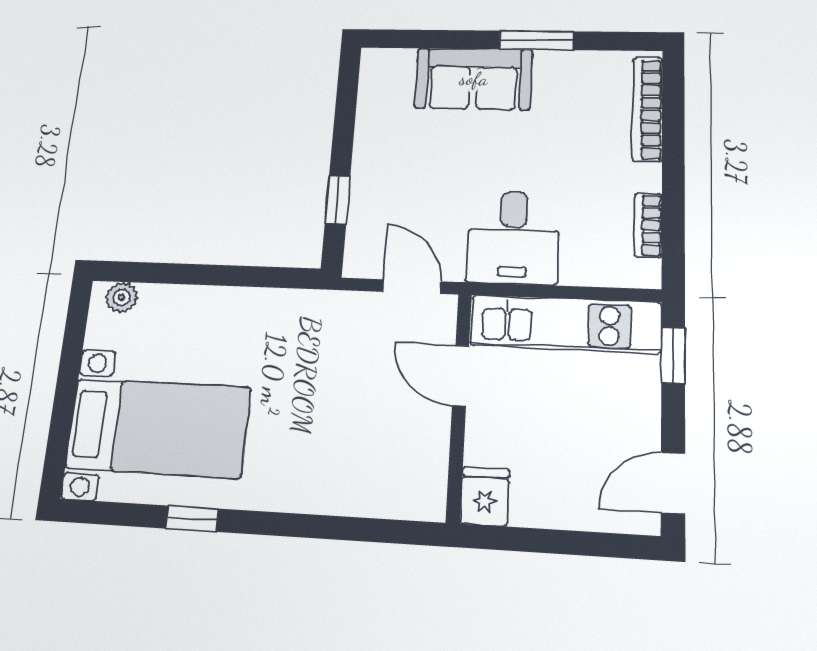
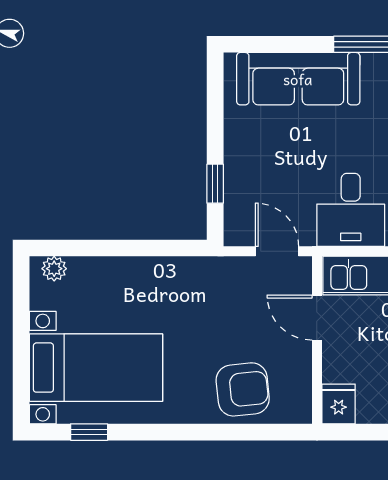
sofa: (474, 79) -> (298, 79), width x1.36
armchair: (352, 468) -> (243, 389), added
window: (192, 519) -> (89, 432), moved

